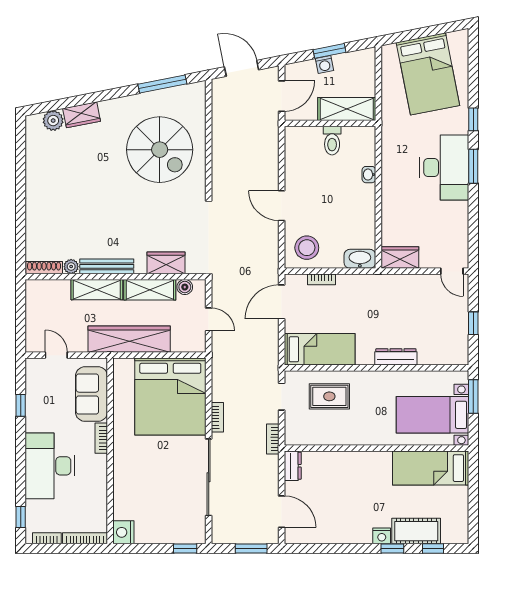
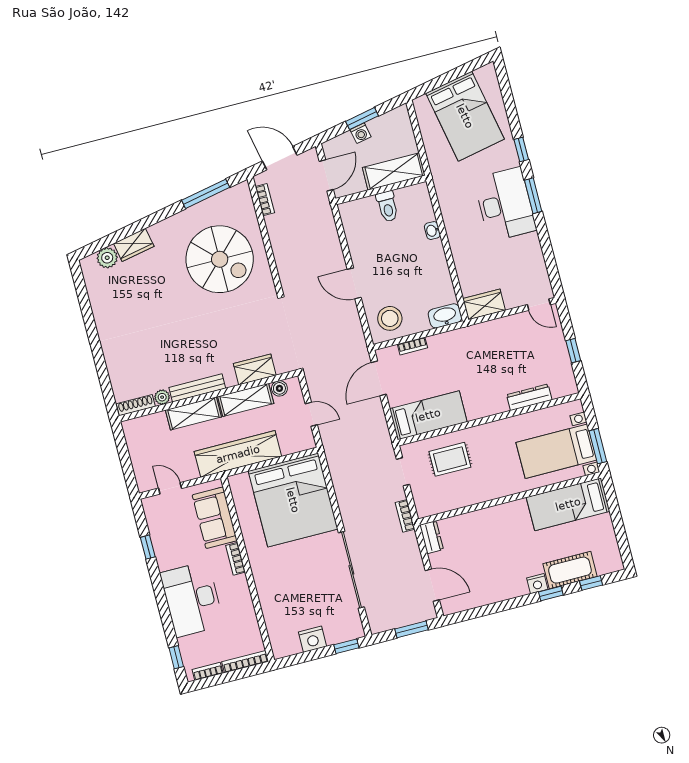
dresser: (396, 357) -> (529, 397), moved
window: (473, 396) -> (598, 446), moved
bookcase: (217, 417) -> (265, 200), moved
nightstand: (123, 532) -> (313, 639), moved, turned -90

